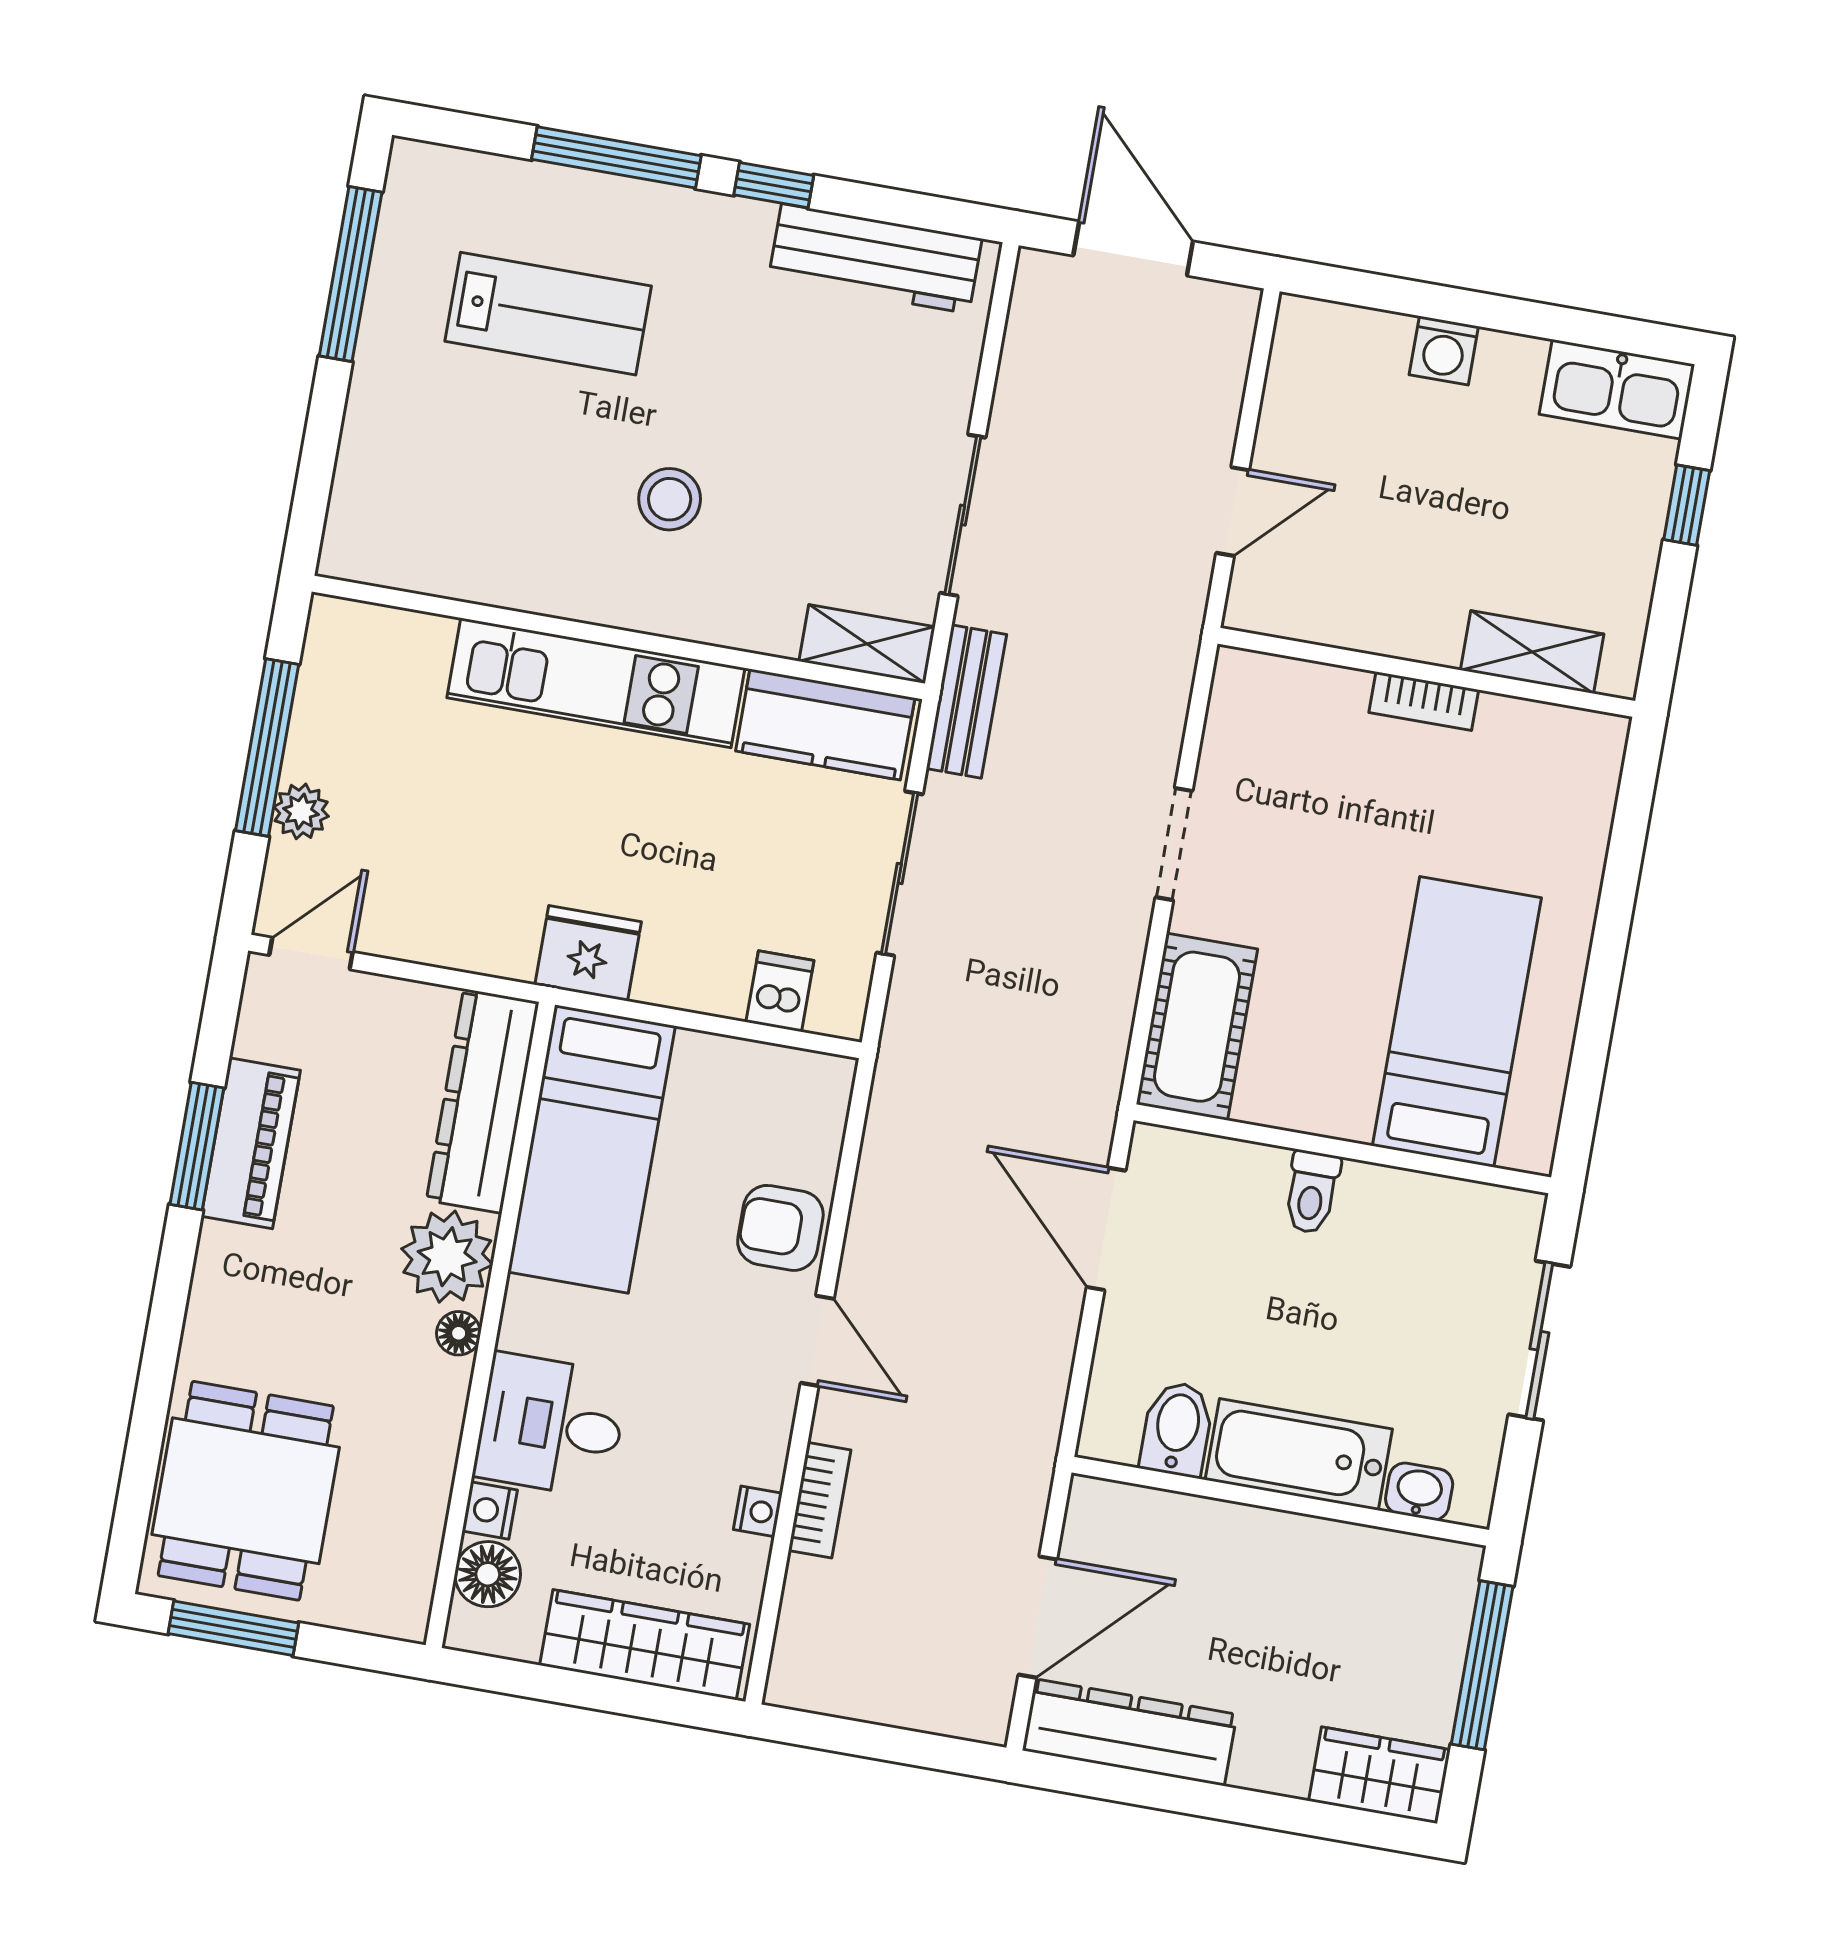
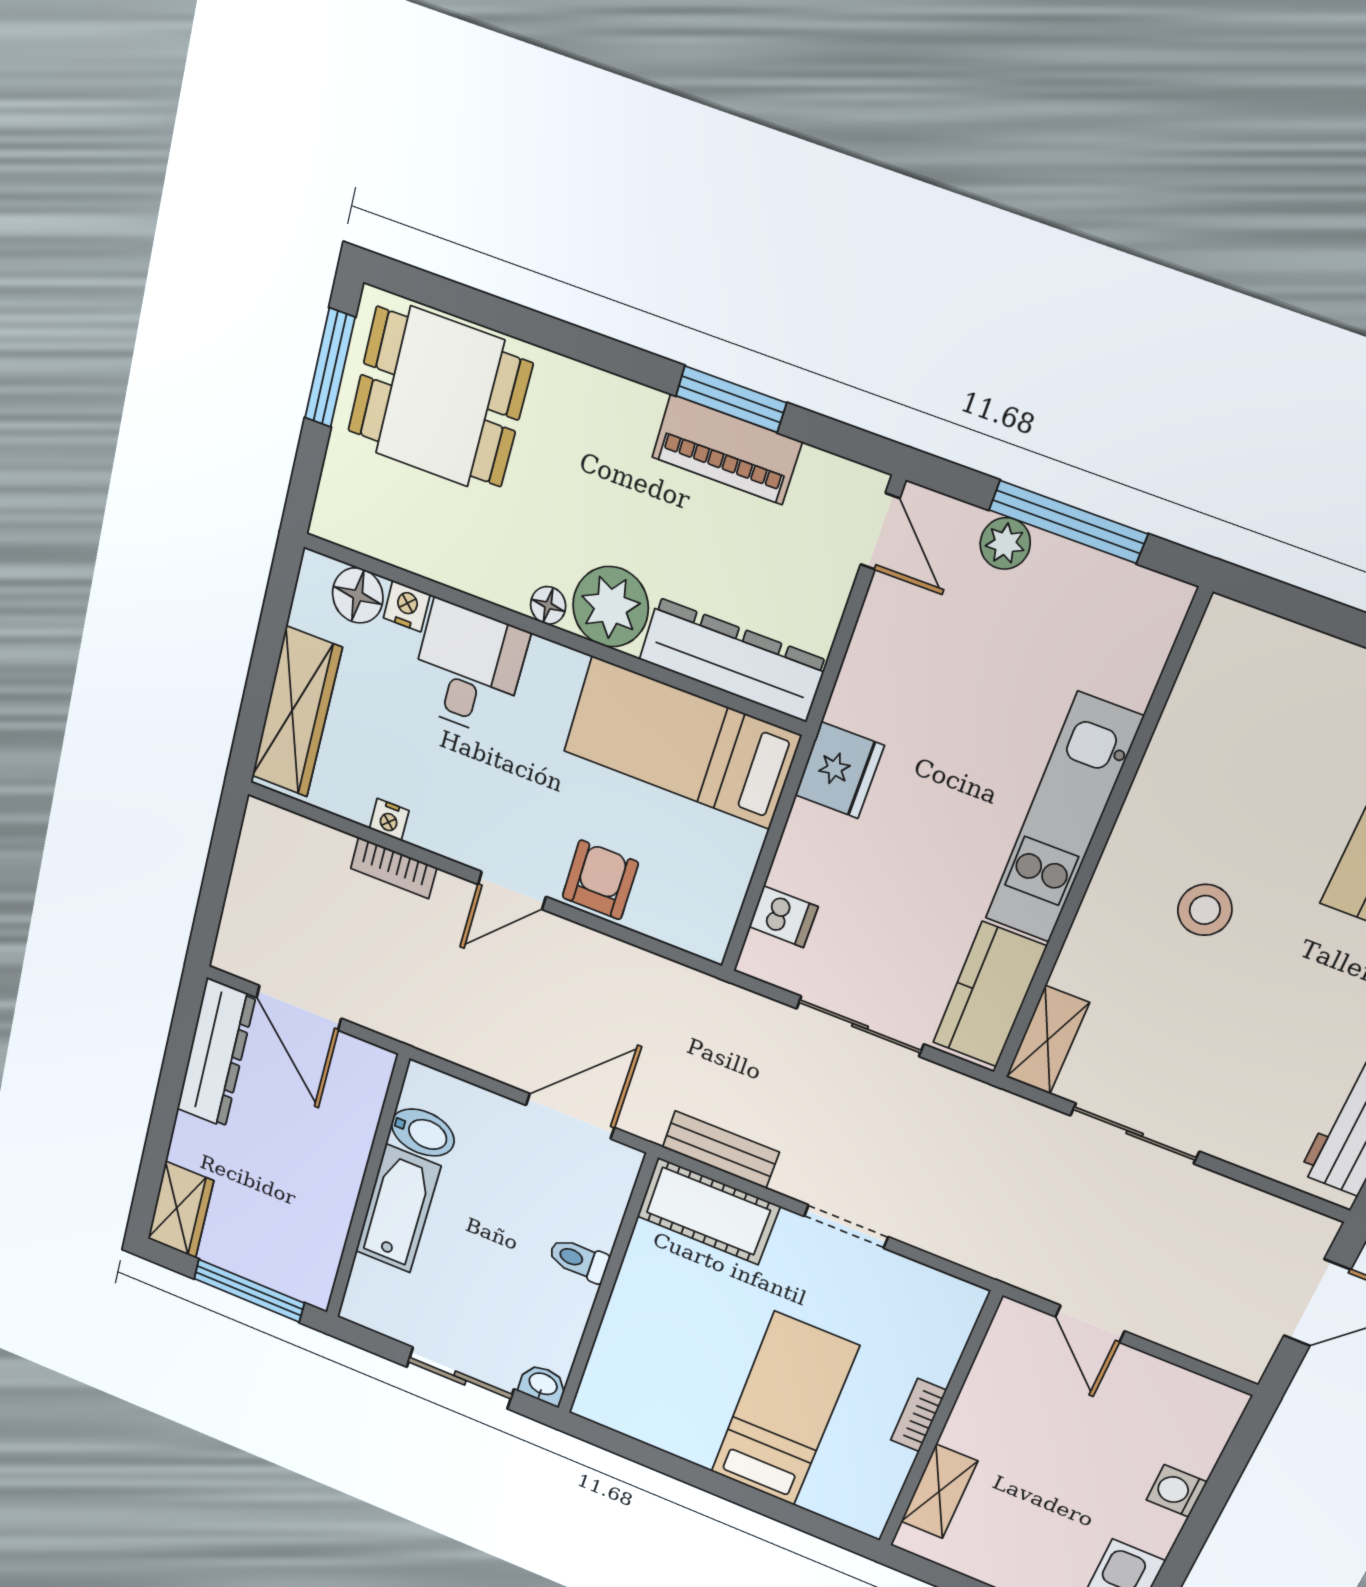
bench: (966, 702) -> (721, 1150), moved
bed: (1457, 1022) -> (784, 1410), moved, turned -90
washbasin: (1419, 1491) -> (543, 1385), moved, turned -90

